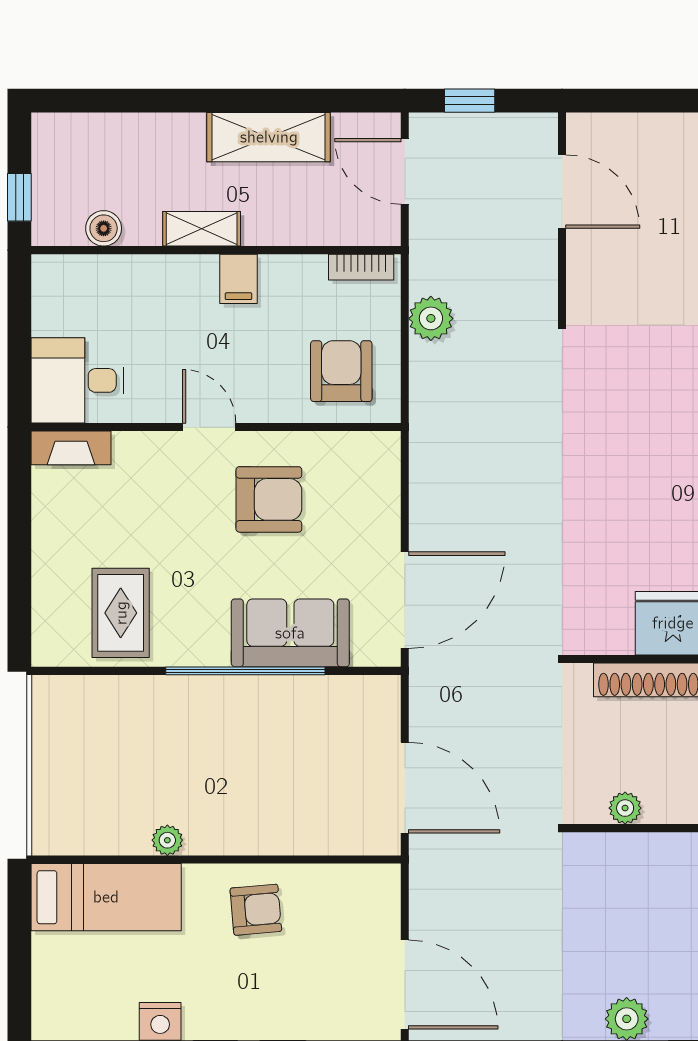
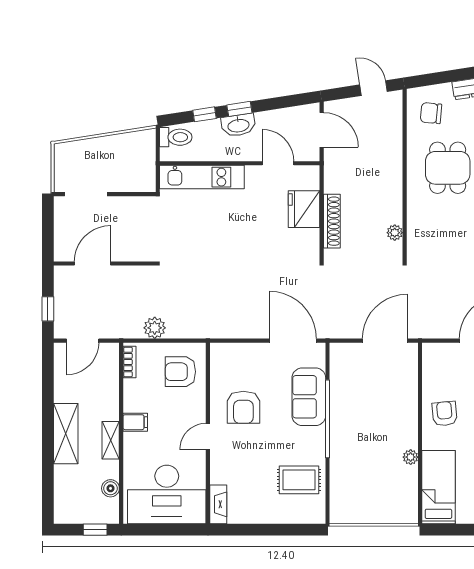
shelving: (269, 137) -> (66, 434), moved
desk: (77, 380) -> (167, 494), width x1.87, depth x1.30
armchair: (269, 499) -> (243, 407), turned 180

